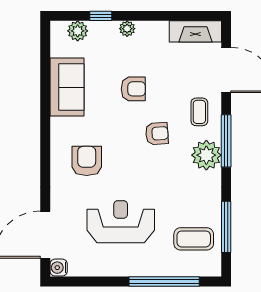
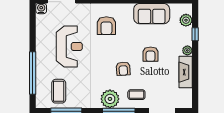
fireplace: (195, 31) -> (186, 72), moved
armchair: (87, 161) -> (106, 26), turned 90

